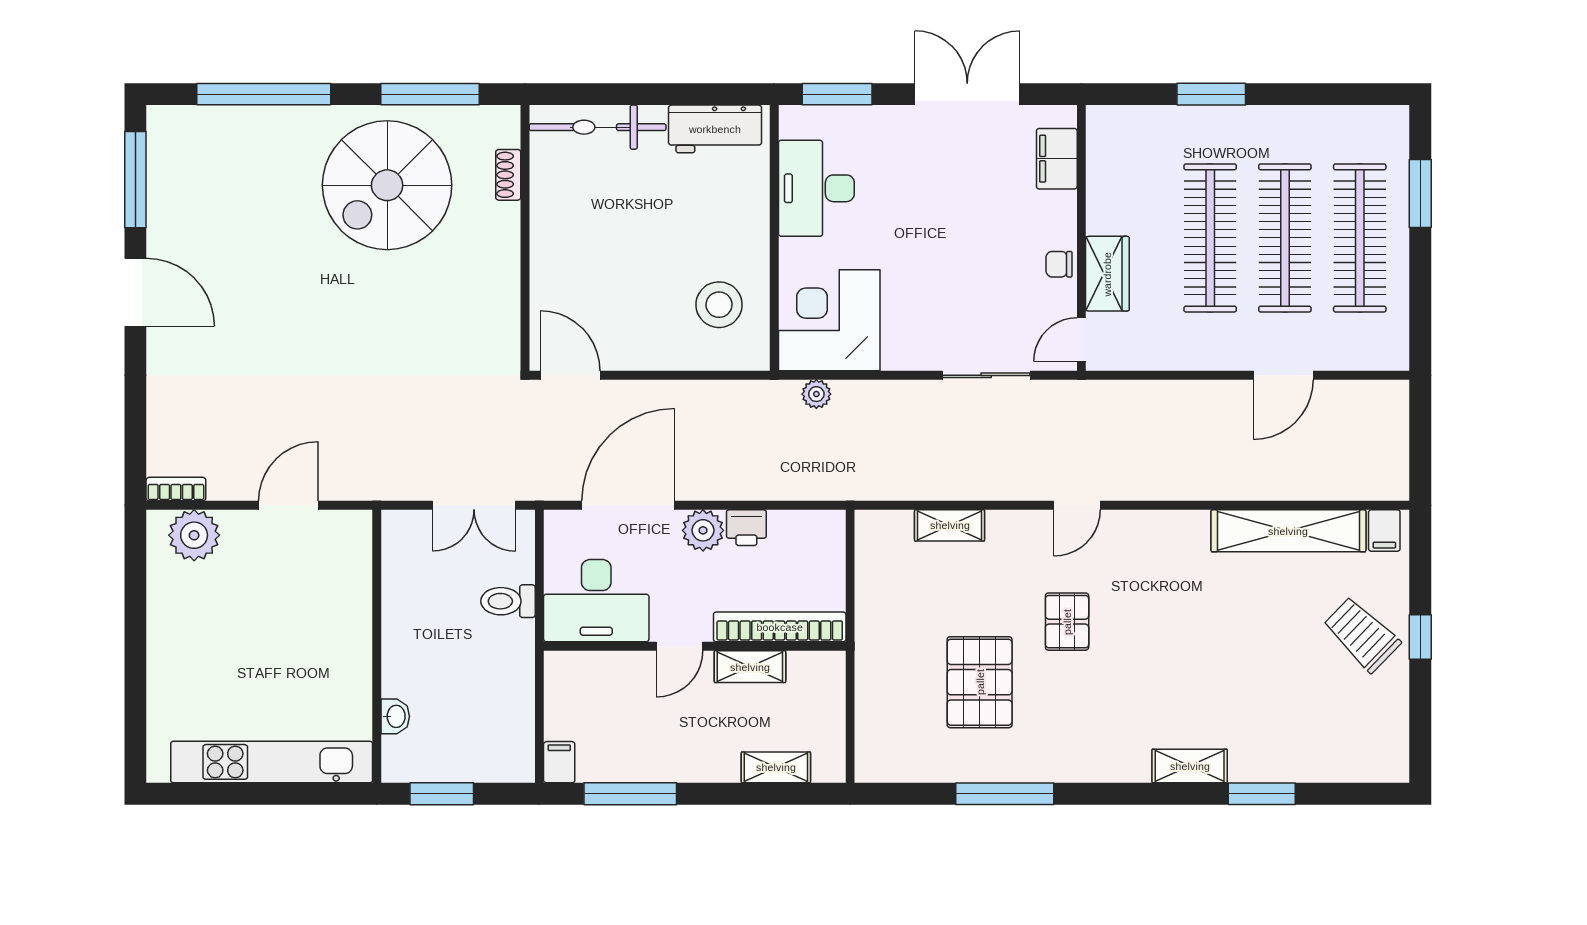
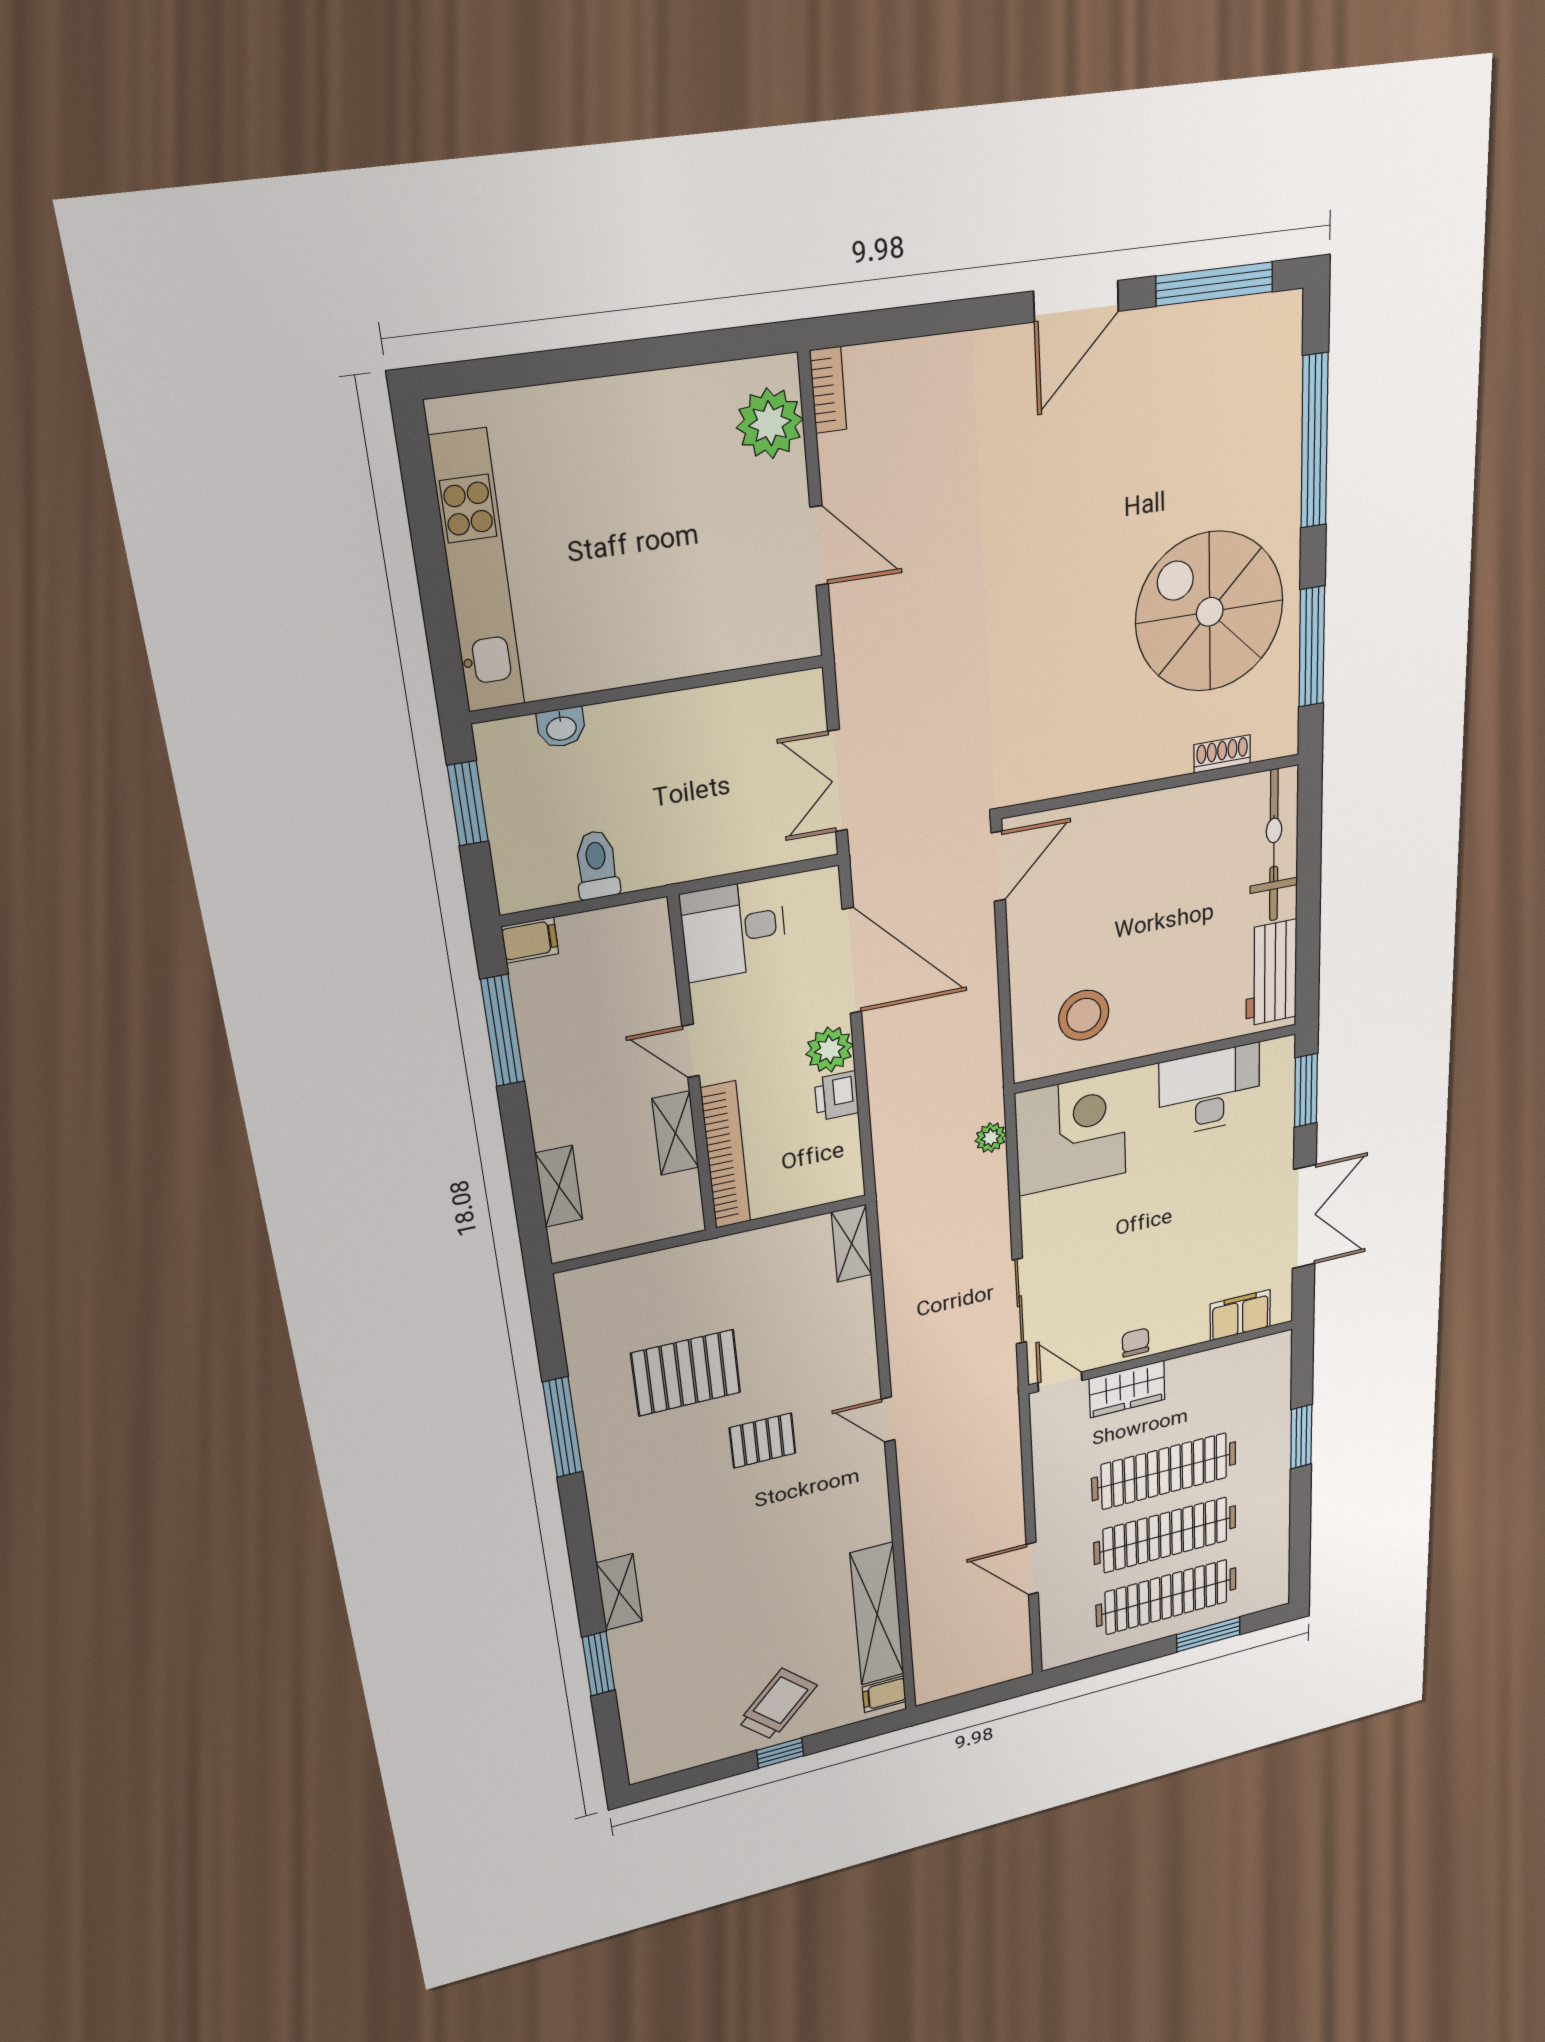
shelving: (950, 525) -> (852, 1243), moved
toilet: (508, 601) -> (597, 865), moved
desk: (596, 601) -> (734, 930), width x0.73

